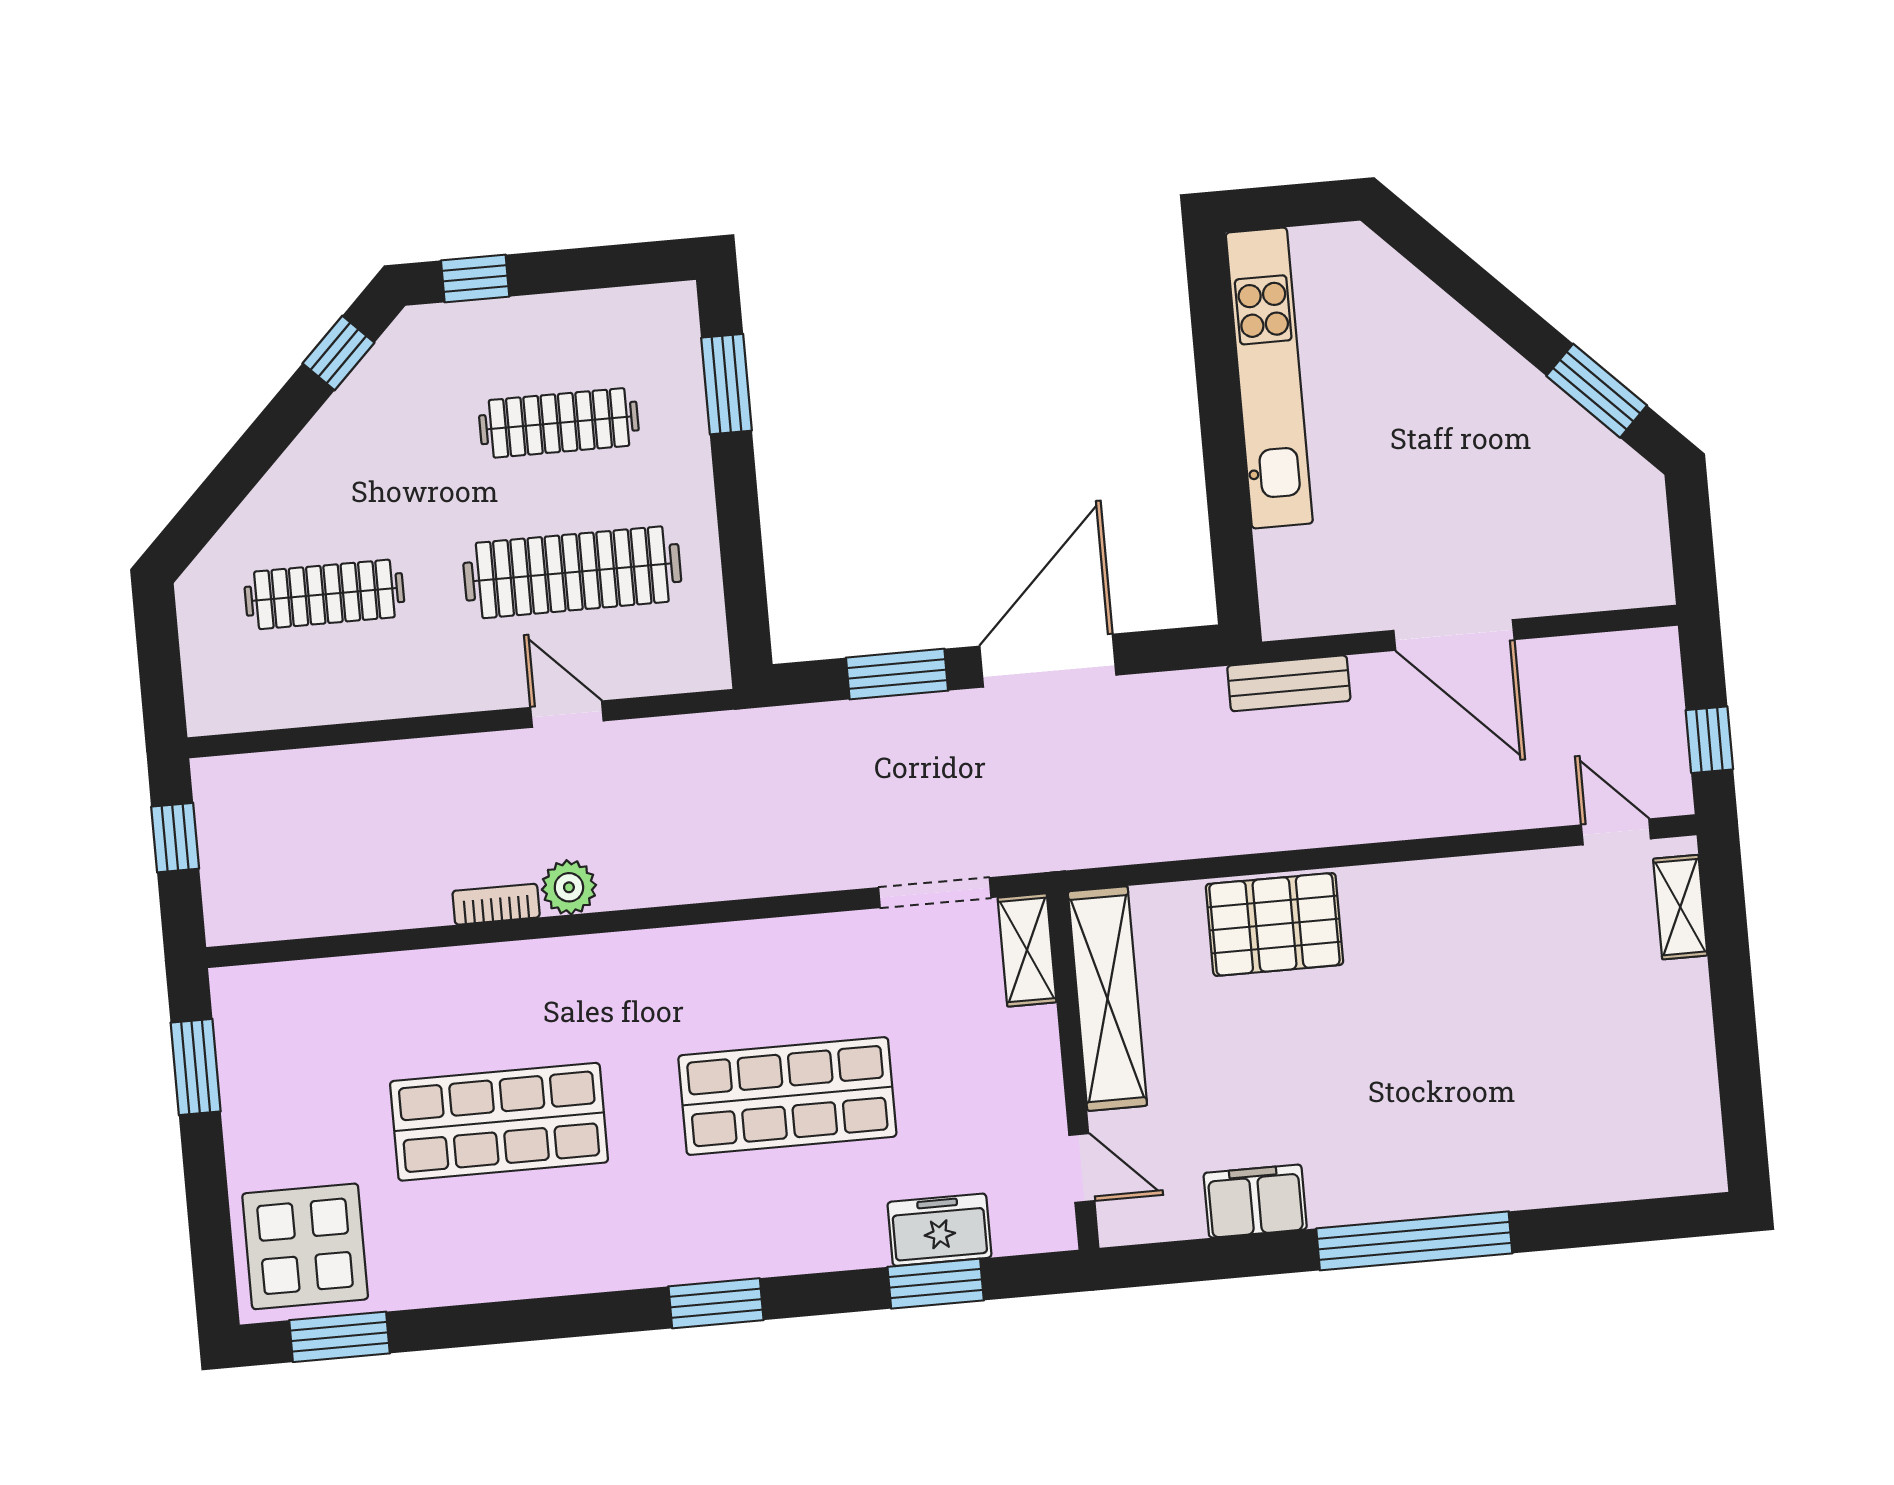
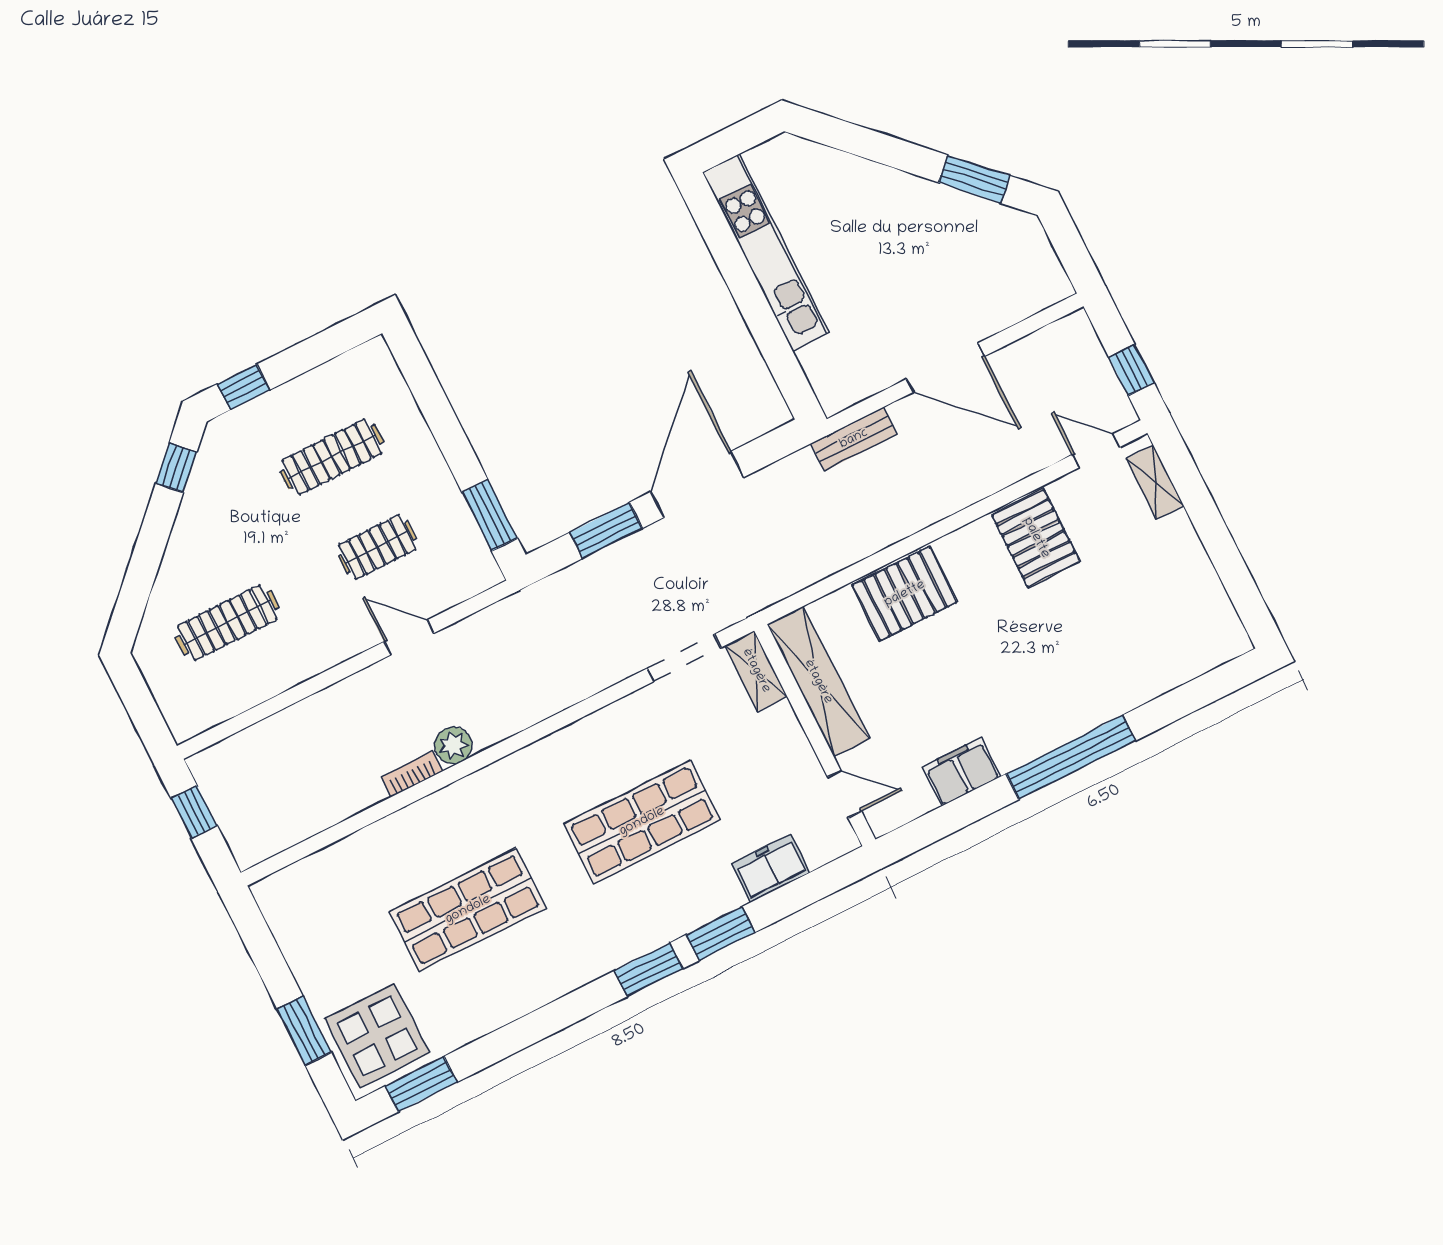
window: (726, 384) -> (490, 515), moved
clothes rail: (572, 572) -> (377, 547), width x0.54, depth x0.76
pallet: (1485, 920) -> (1036, 538), added
window: (196, 1067) -> (304, 1031), moved
window: (936, 1284) -> (720, 934), moved

